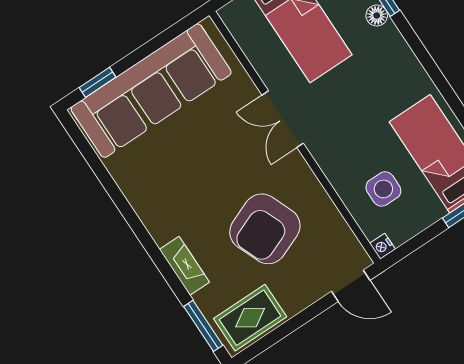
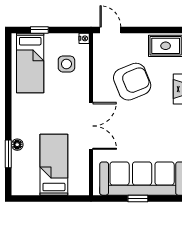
window: (97, 82) -> (138, 198), moved
double door: (283, 119) -> (91, 126), width x1.37

